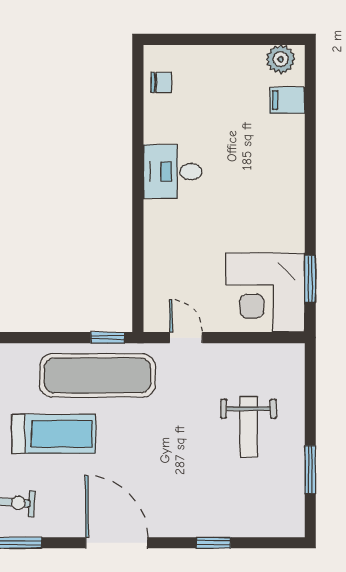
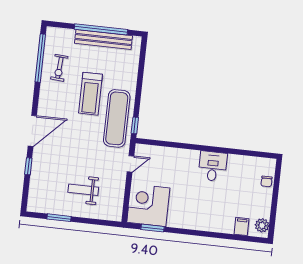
chair: (161, 82) -> (267, 181), moved
door: (117, 543) -> (32, 131), moved

